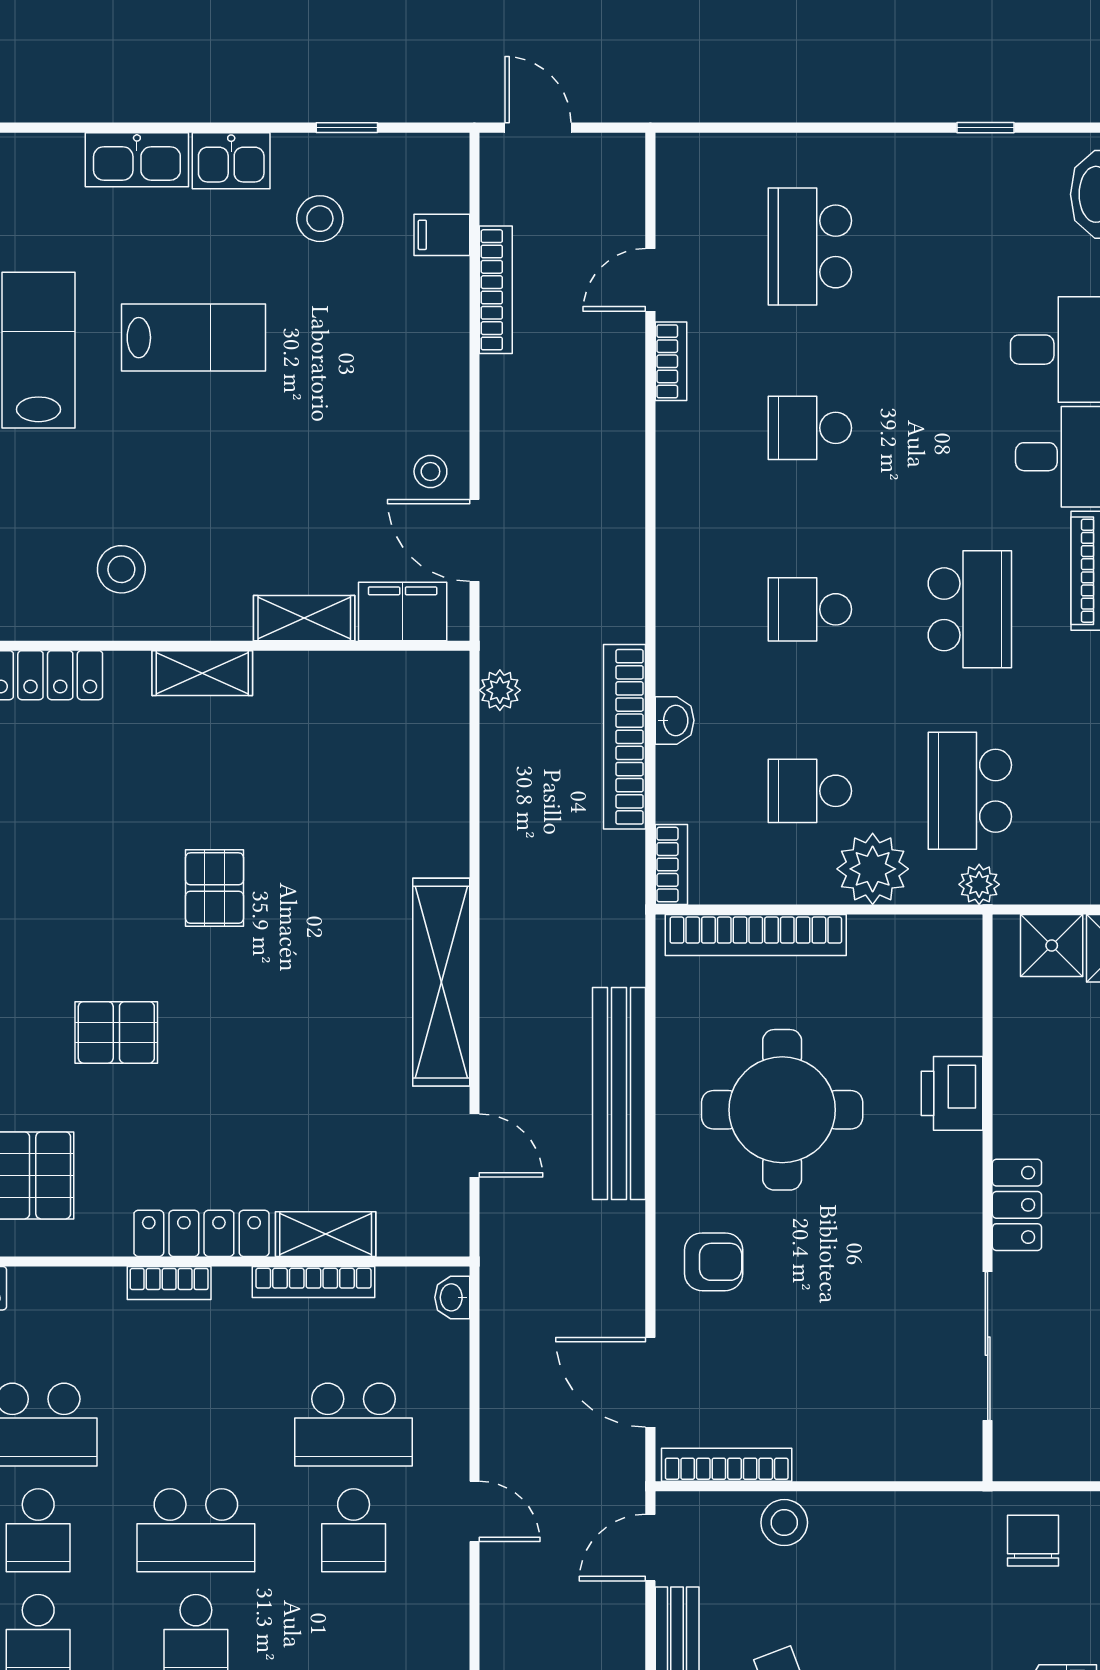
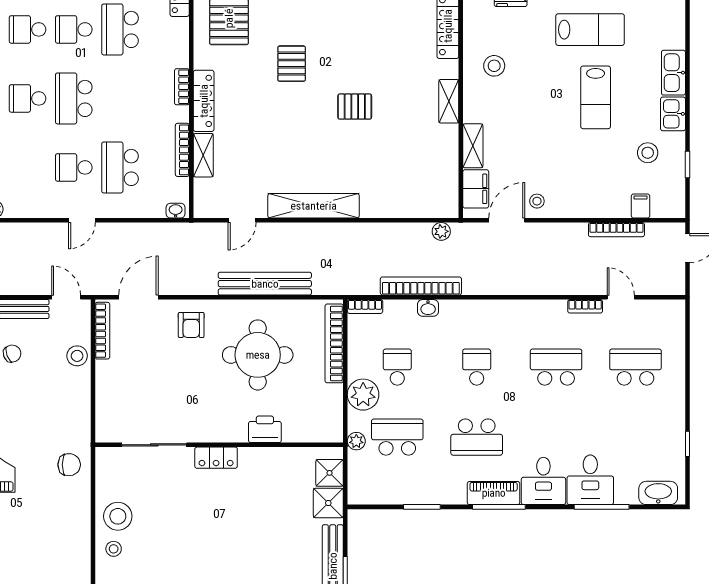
school desk: (810, 428) -> (556, 367), width x1.85

